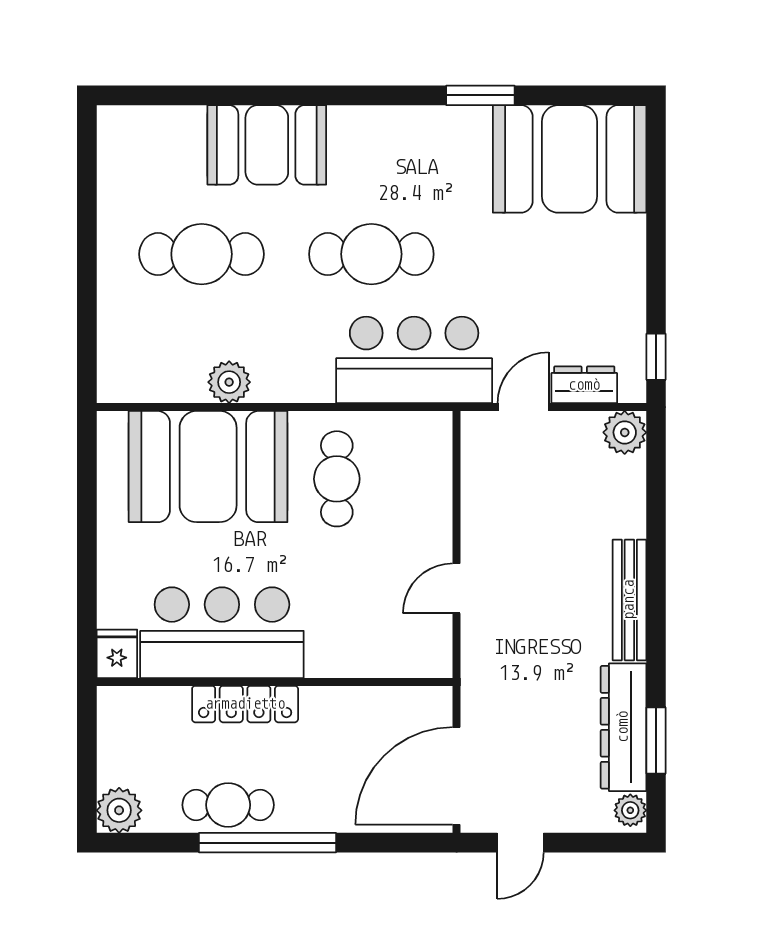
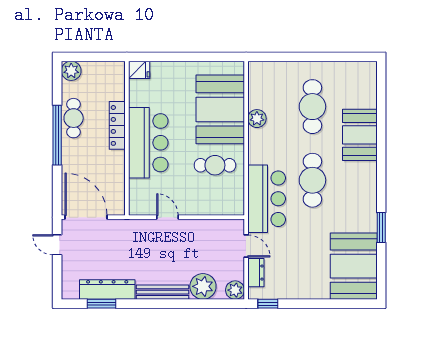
bar counter: (222, 633) -> (148, 143), moved
plant: (630, 810) -> (203, 286), moved, width x1.88, depth x1.88

